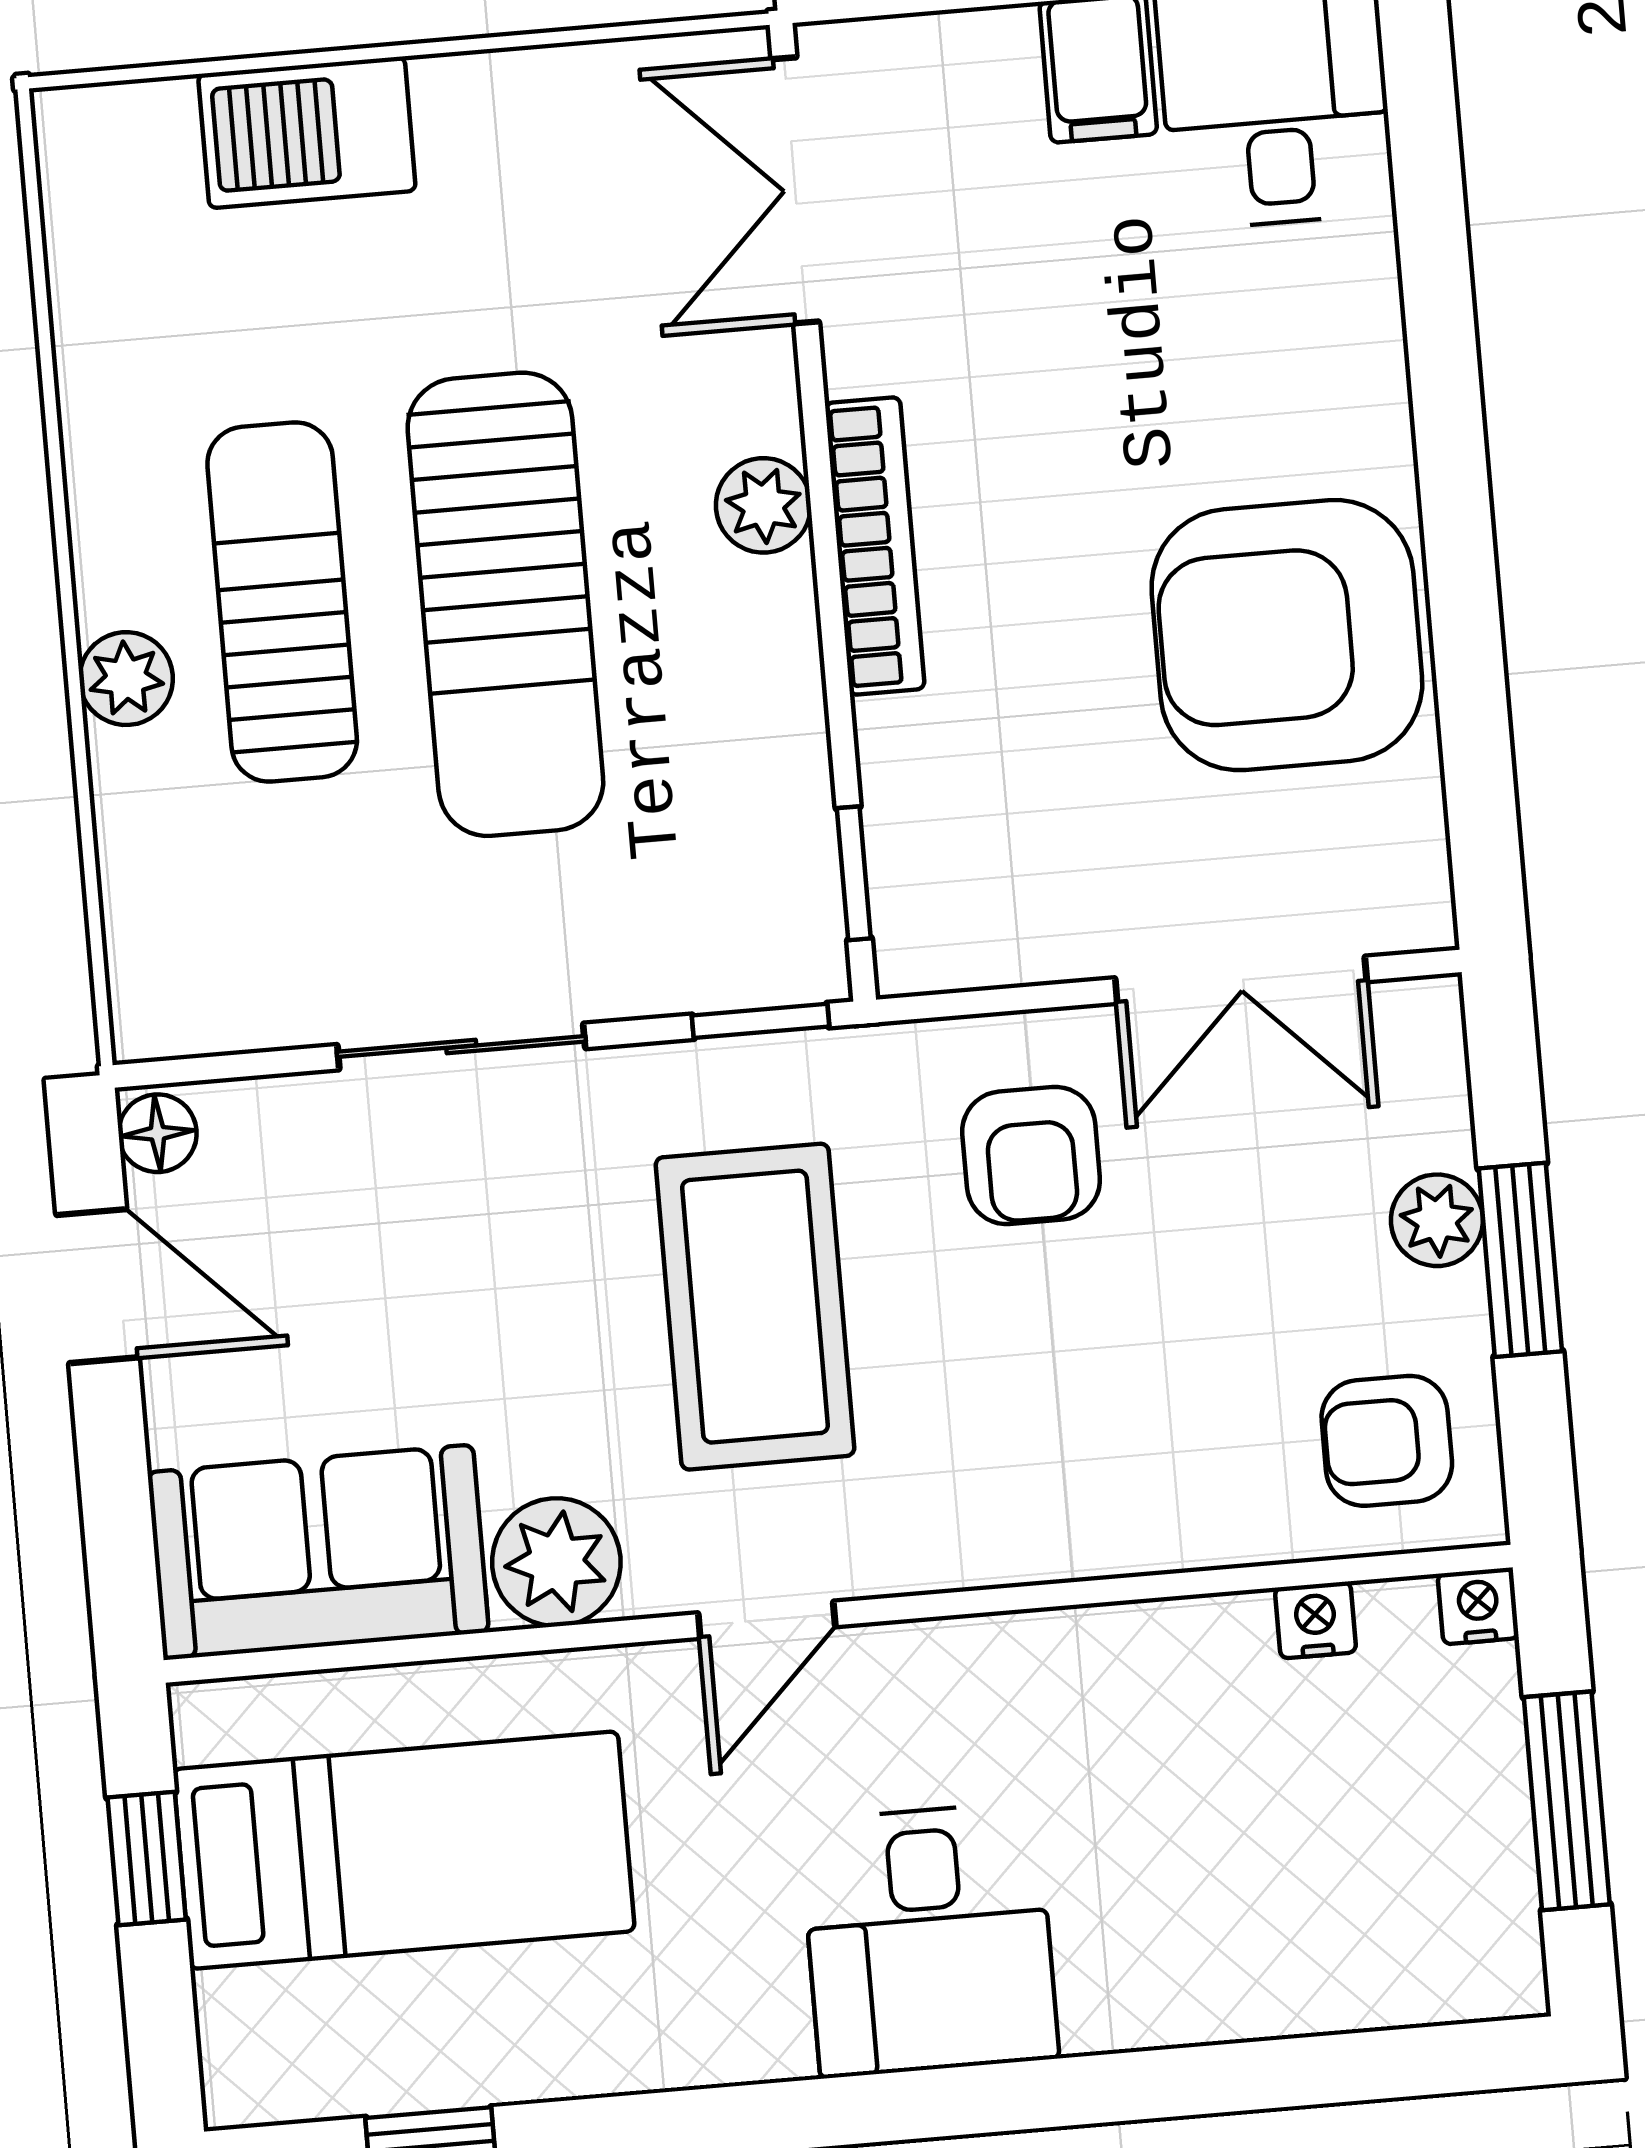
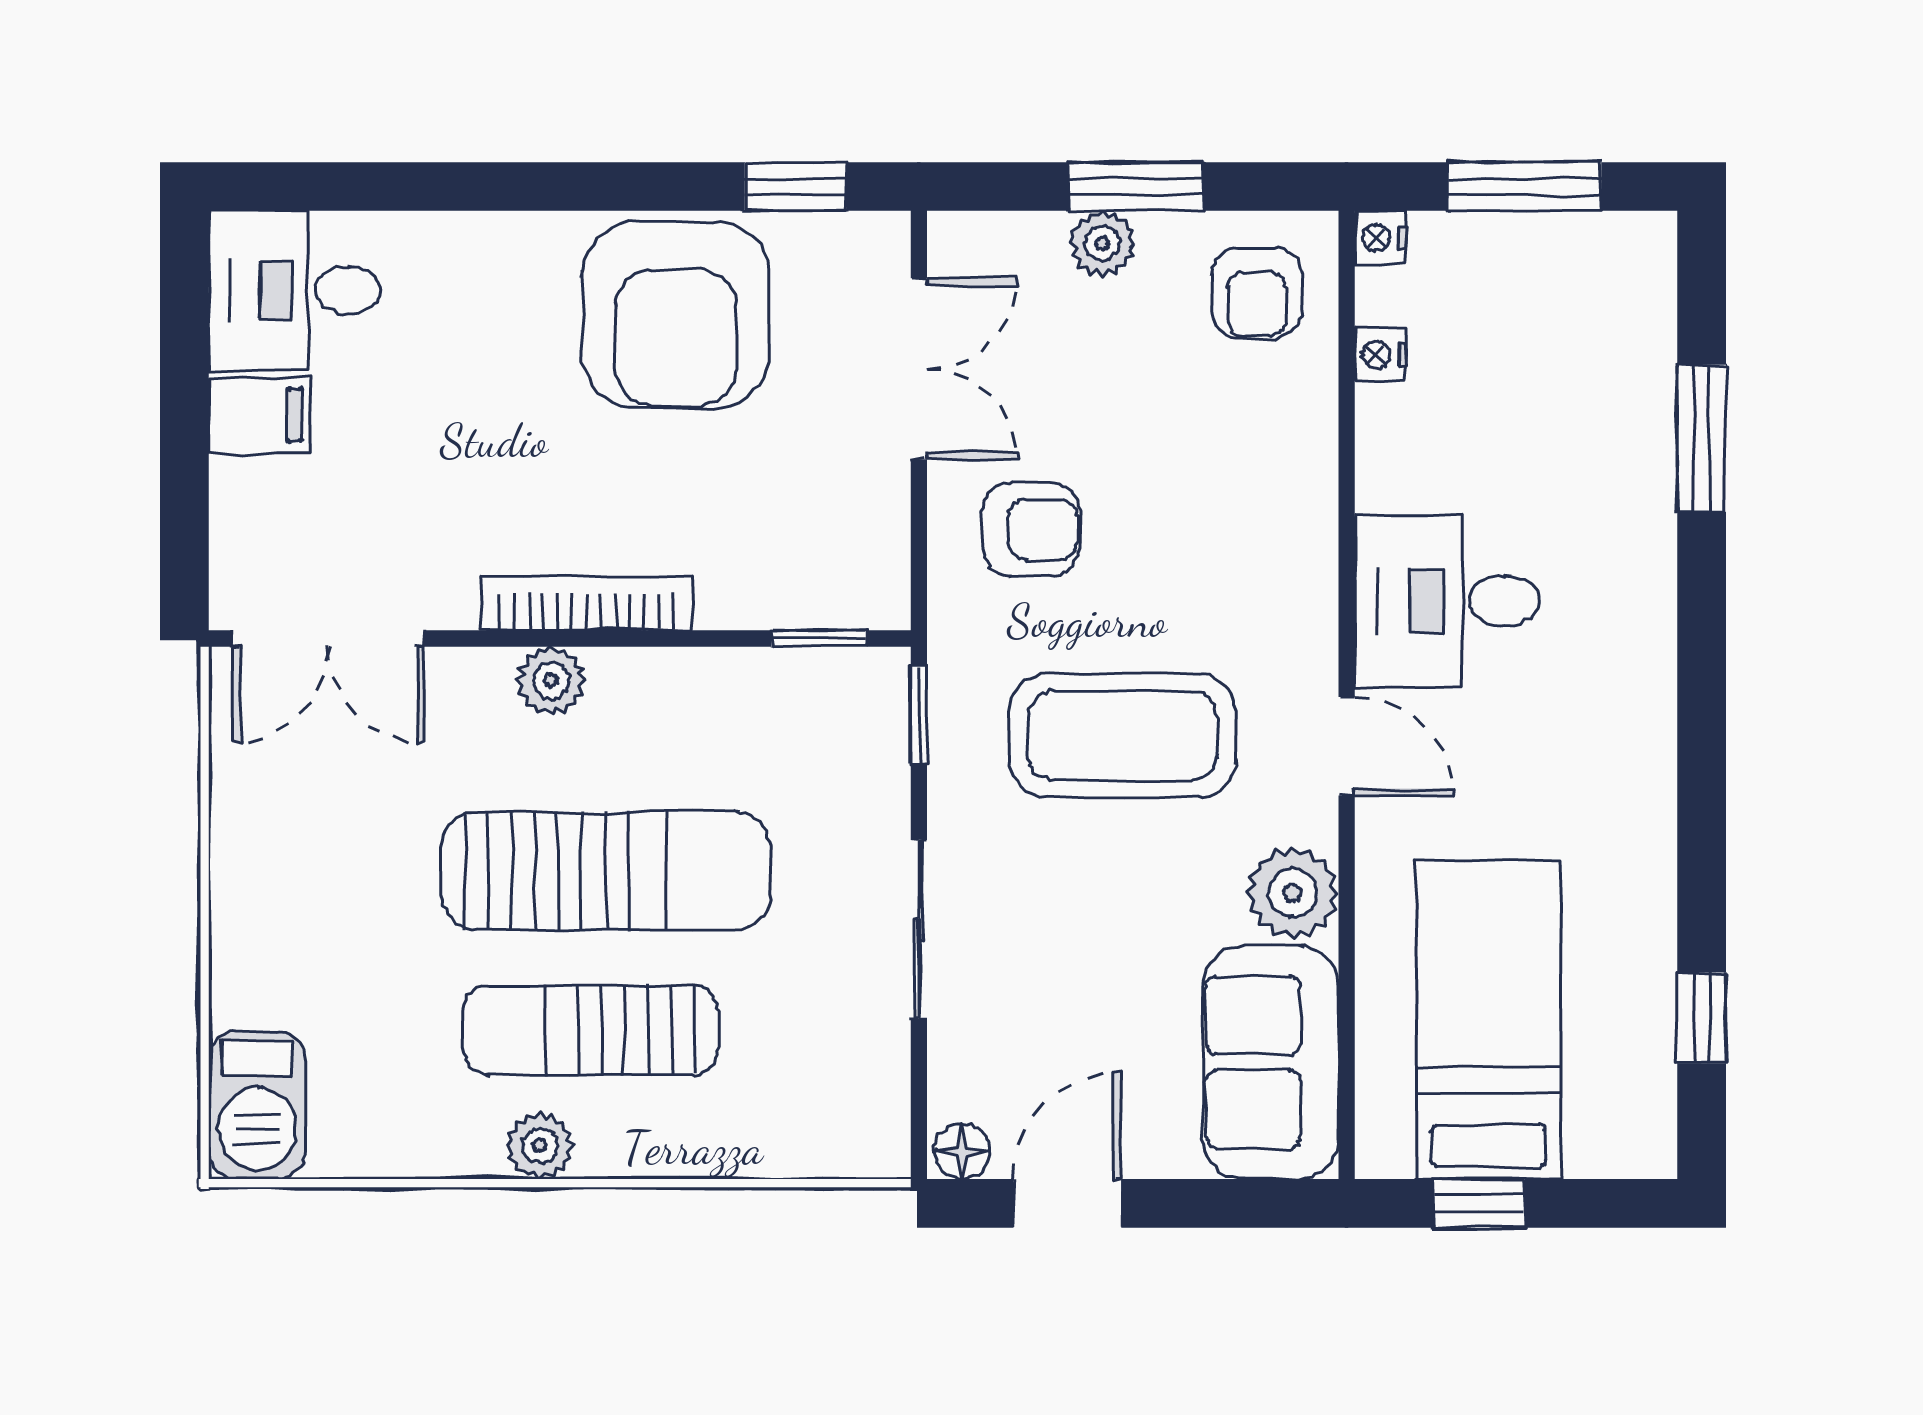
barbecue: (307, 132) -> (257, 1105), moved
plant: (126, 679) -> (540, 1146), moved
window: (1480, 787) -> (796, 186), added
desk: (929, 1940) -> (1447, 601), moved, turned 180
window: (1238, 2077) -> (1702, 438), added

